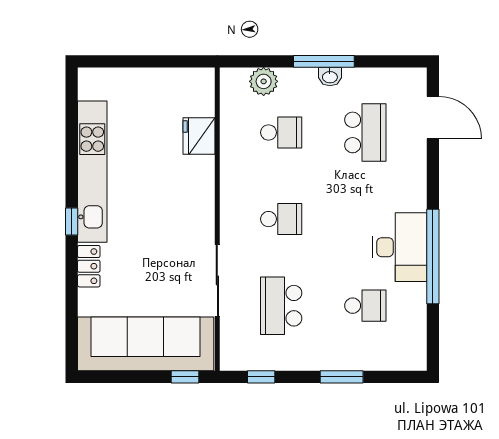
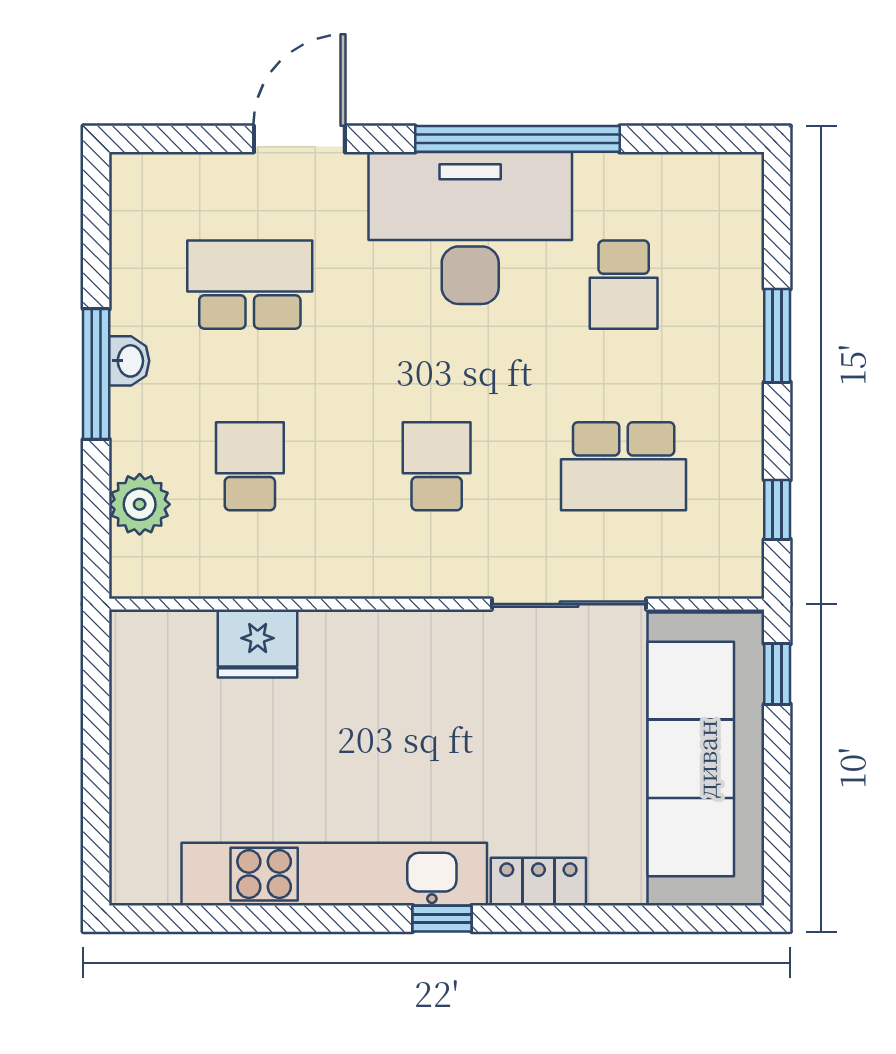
door: (433, 118) -> (299, 139), moved
desk: (400, 247) -> (470, 228), width x1.36, depth x1.30
school desk: (365, 306) -> (624, 285), turned 180

